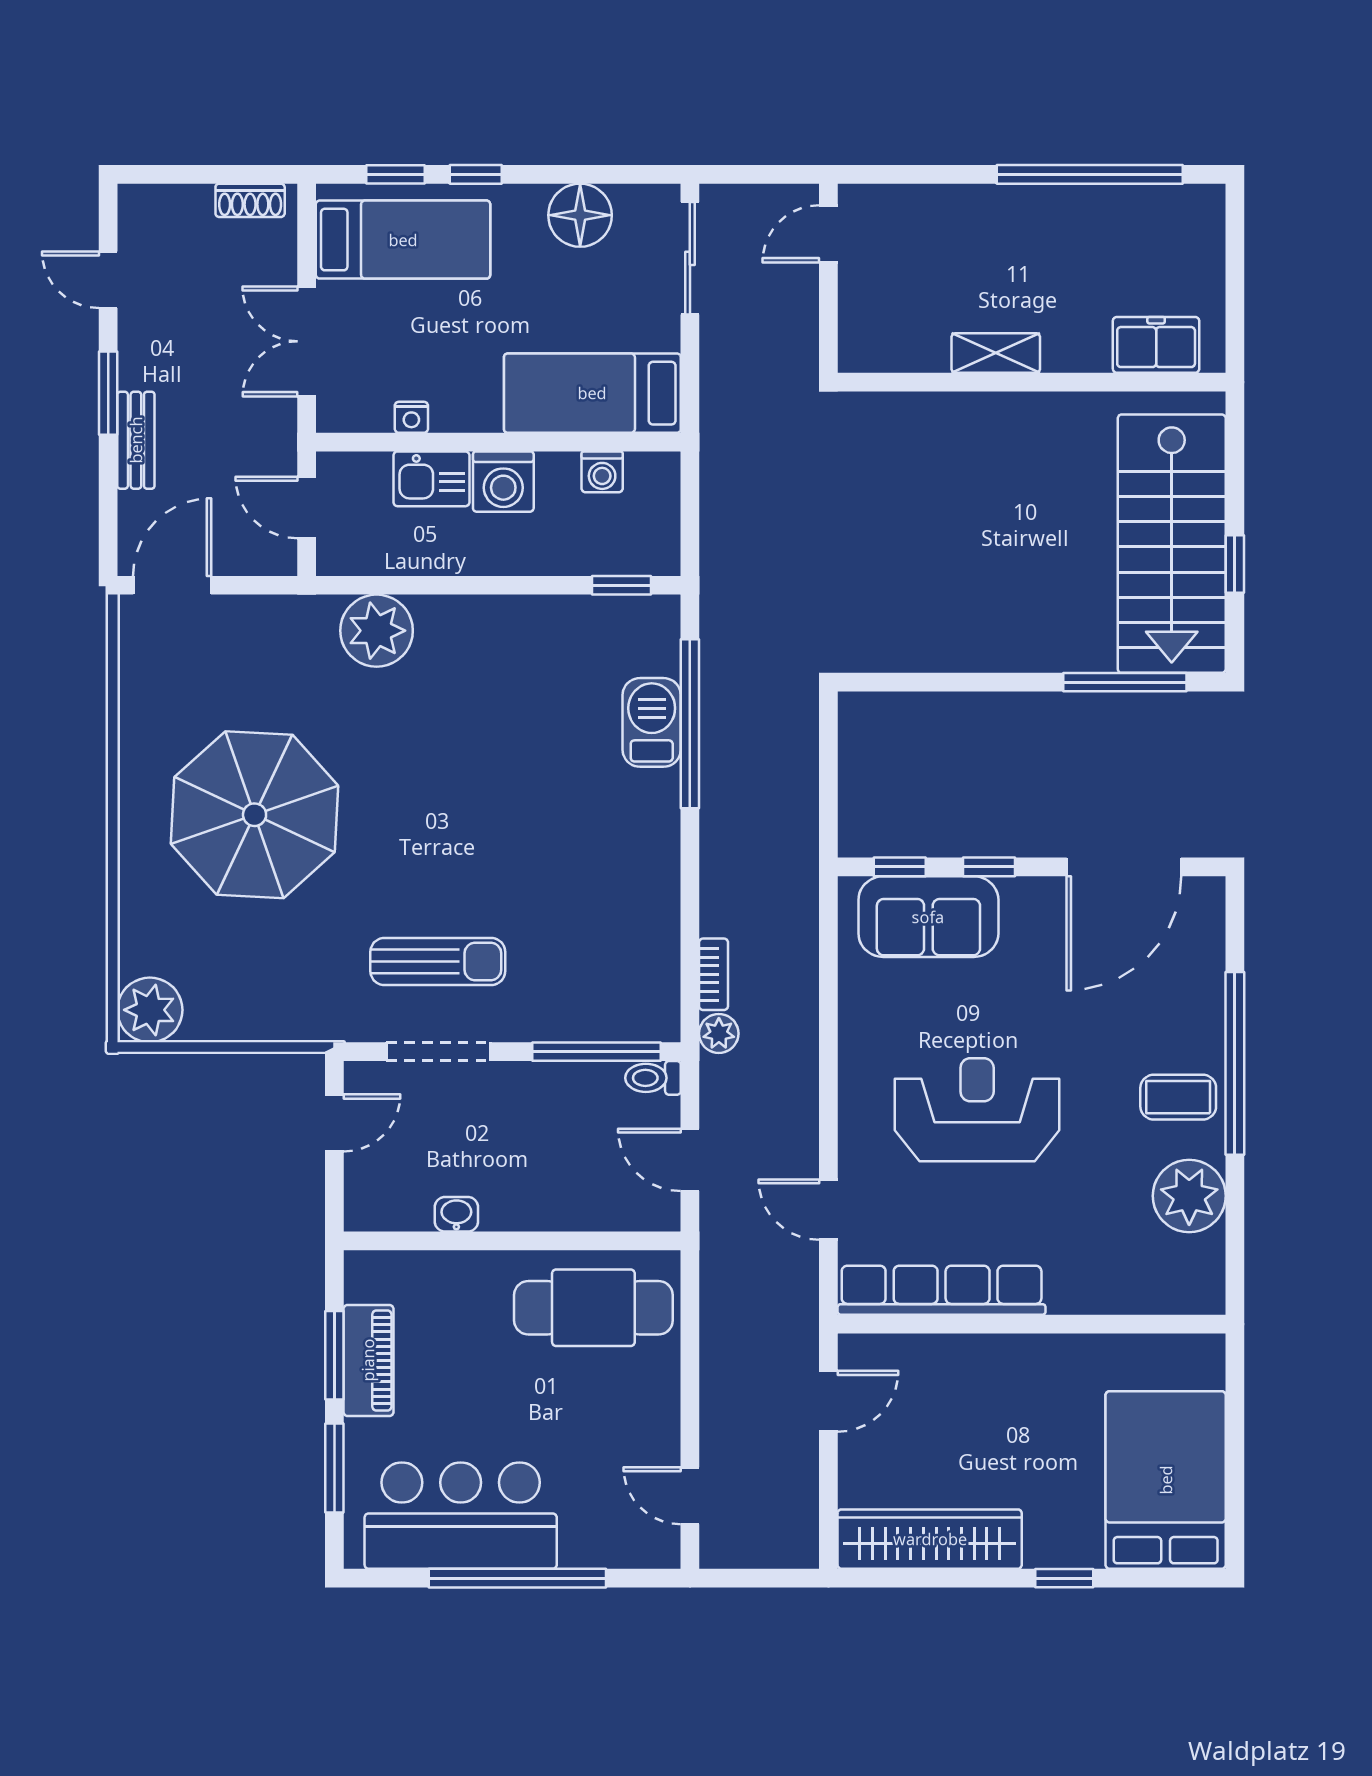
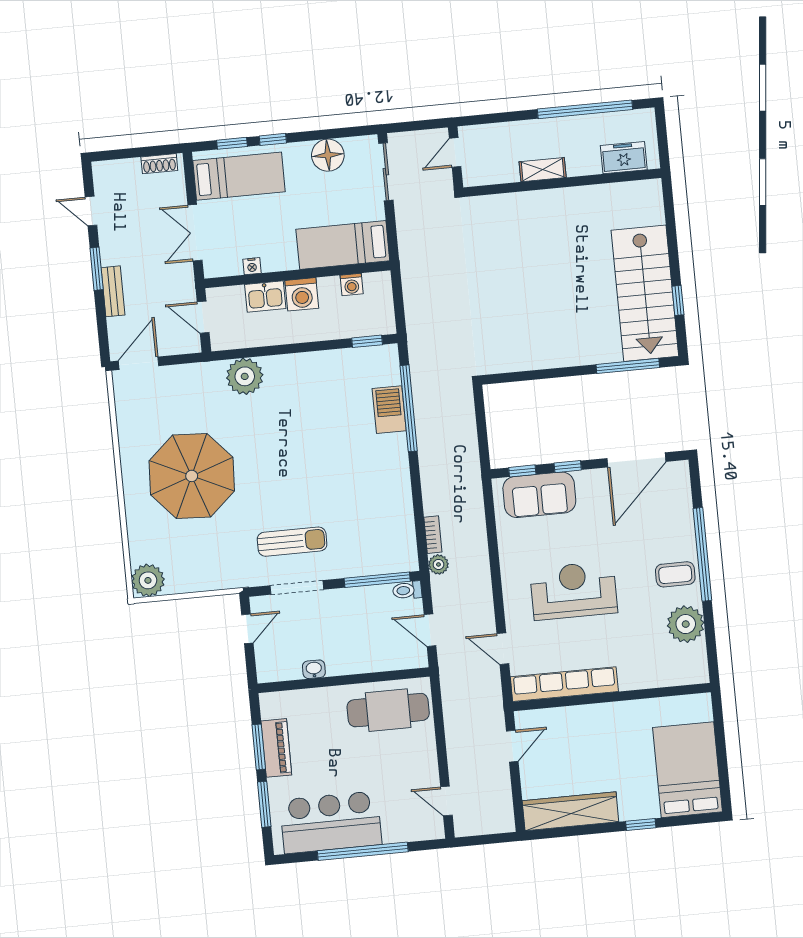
freezer: (1156, 345) -> (624, 158), moved
shelving: (996, 353) -> (543, 170), moved
wall: (1032, 382) -> (562, 183), moved

